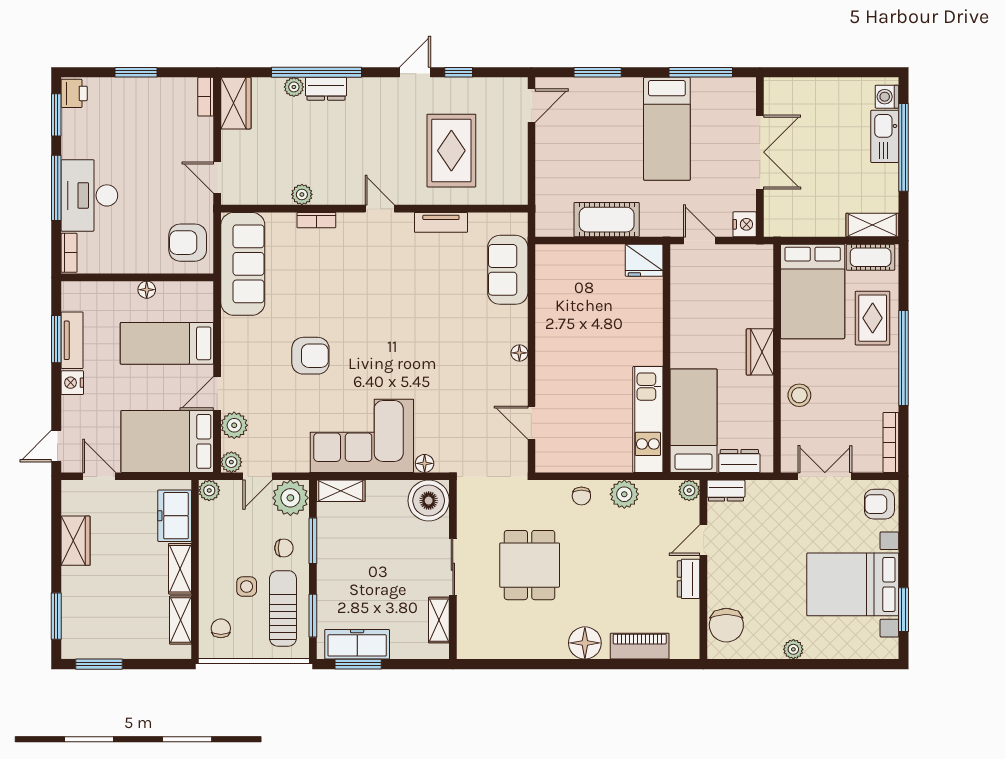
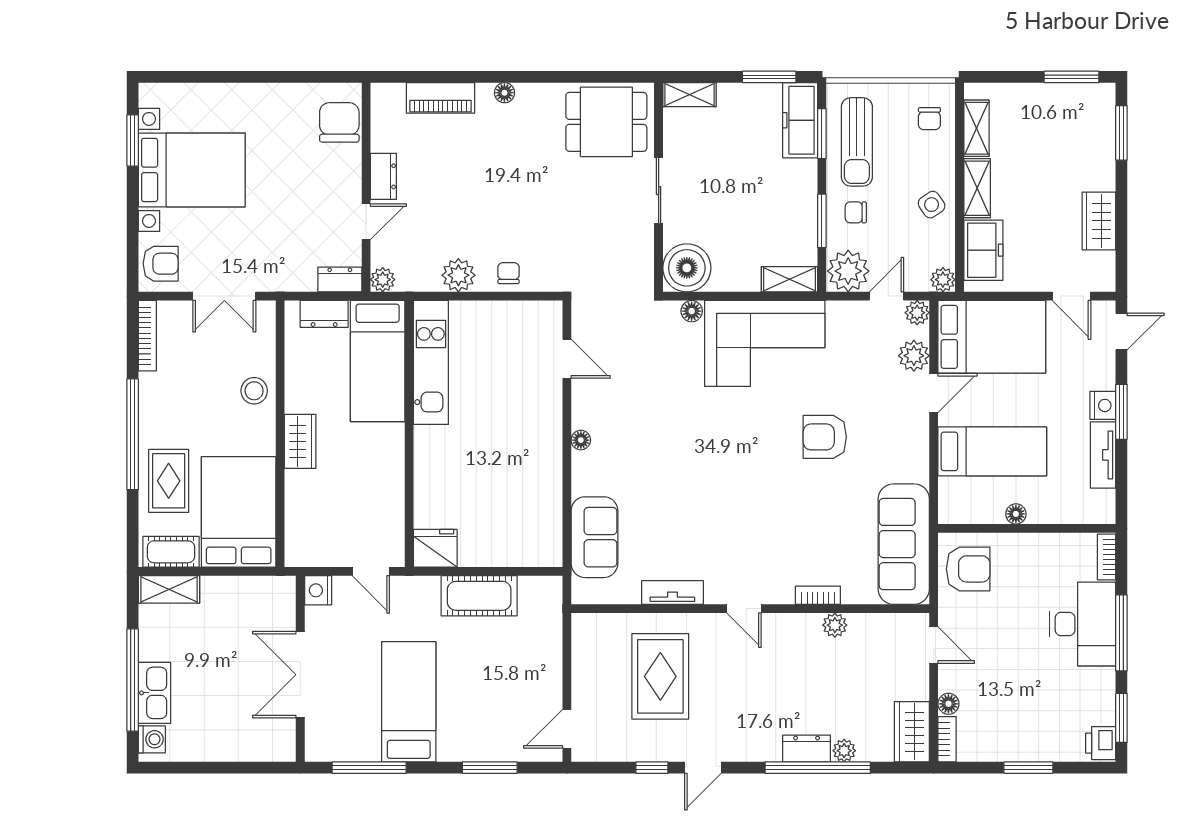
floor lamp: (204, 127) -> (948, 704), added
window: (56, 339) -> (1121, 412), moved
dining table: (530, 565) -> (606, 122), moved, turned 90
side table: (247, 587) -> (932, 205), moved, turned -34
shelving: (439, 620) -> (690, 95), moved, turned 90
floor lamp: (585, 643) -> (504, 93), width x0.53, depth x0.53
freezer: (357, 644) -> (800, 120), moved, turned 90
plant: (793, 649) -> (261, 94), removed

